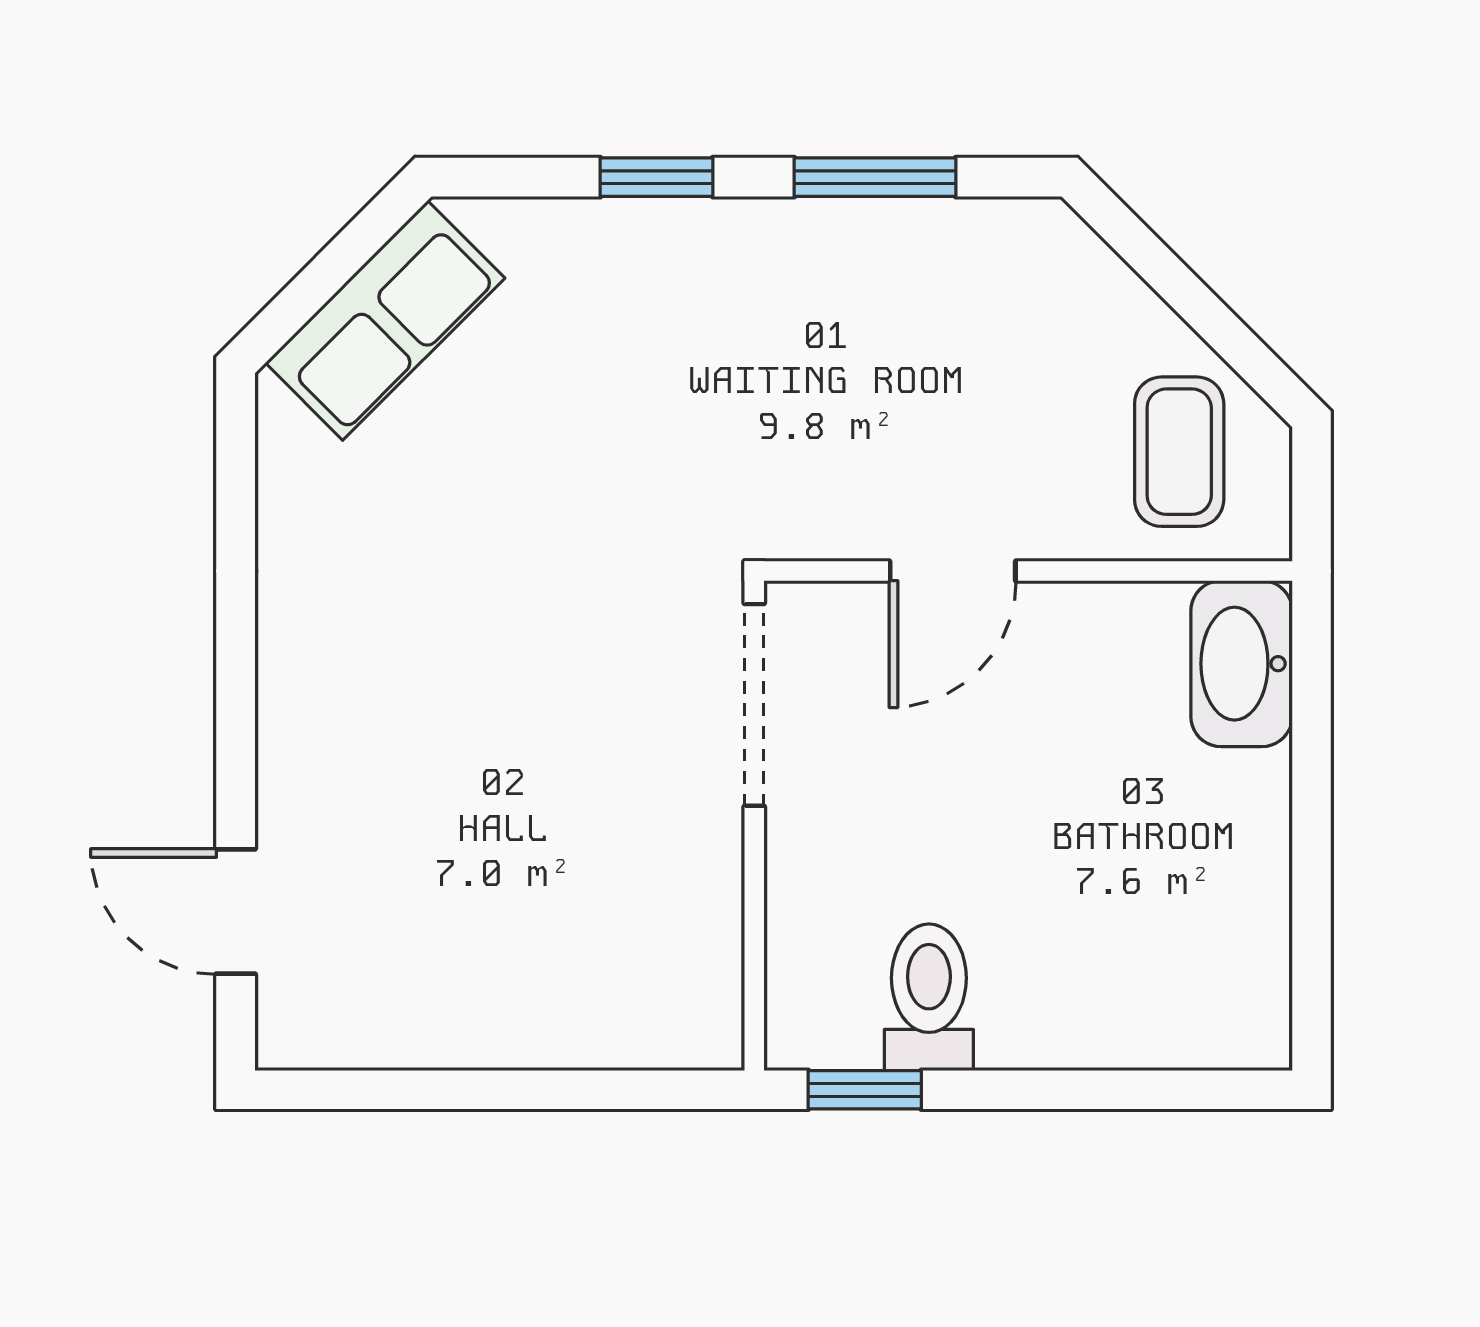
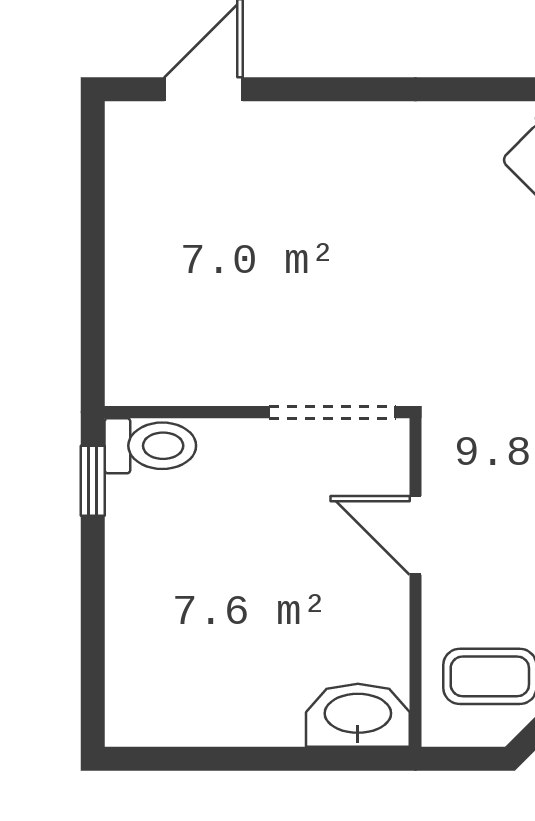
toilet: (929, 997) -> (150, 446), moved

